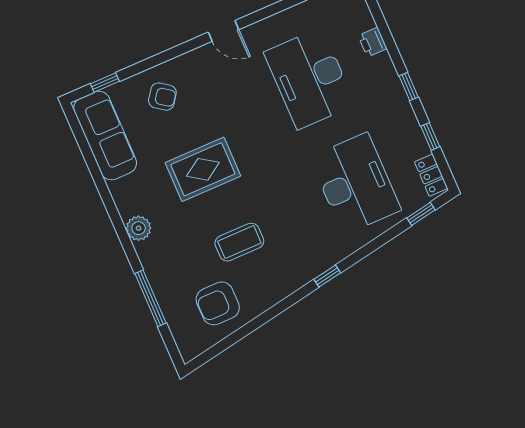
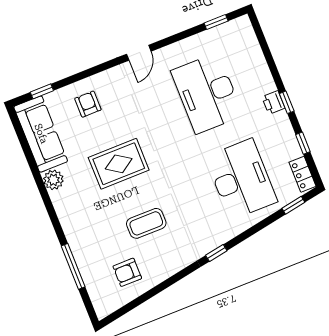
door: (223, 31) -> (139, 53), hinge flipped
printer: (373, 42) -> (273, 102), moved
armchair: (162, 97) -> (88, 104), turned -126
plant: (139, 228) -> (53, 180), moved
armchair: (218, 303) -> (127, 272), width x0.72, depth x0.72

